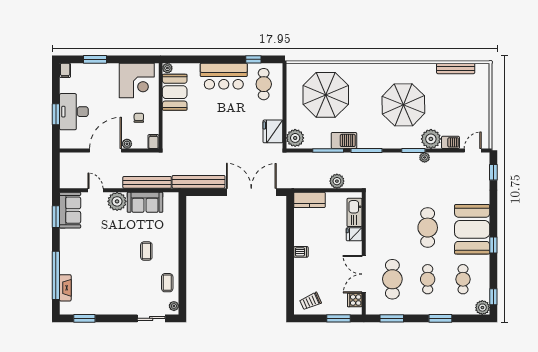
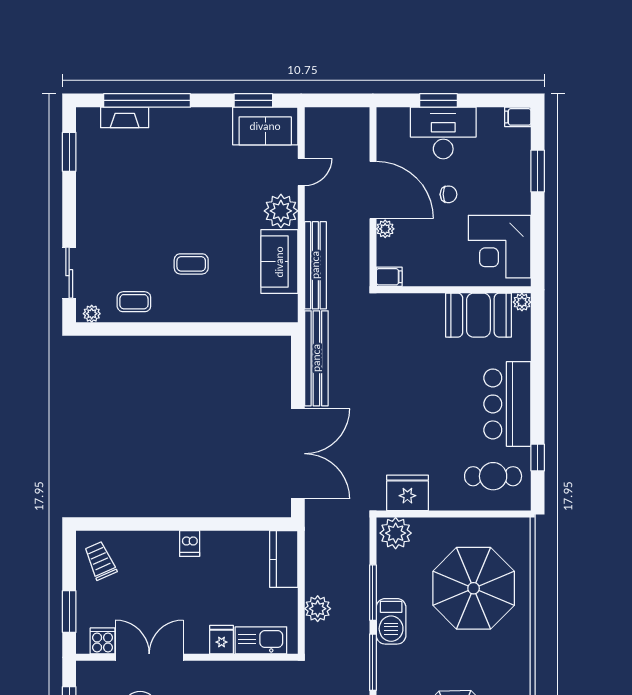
chair: (139, 118) -> (449, 194), moved

